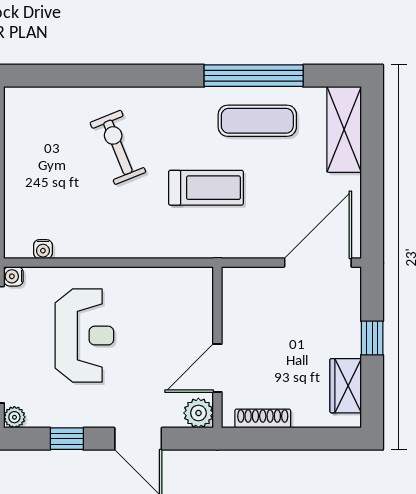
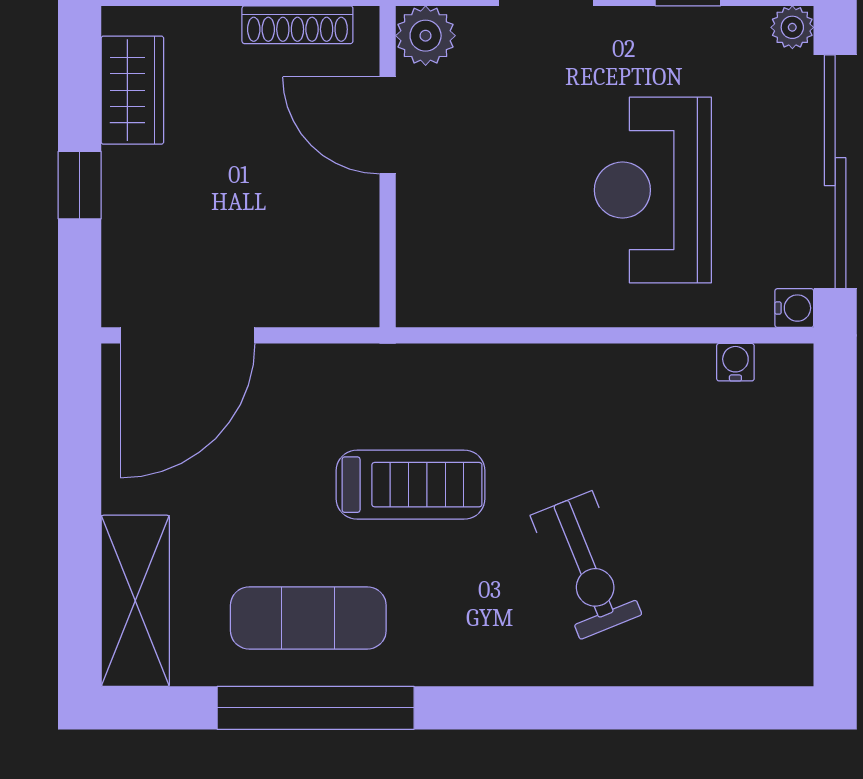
treadmill: (206, 188) -> (411, 485), turned 180
door: (217, 368) -> (388, 125), swing flipped

